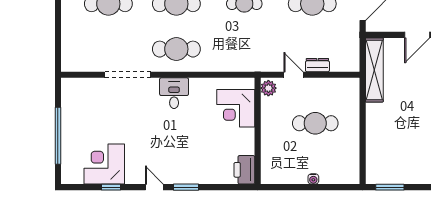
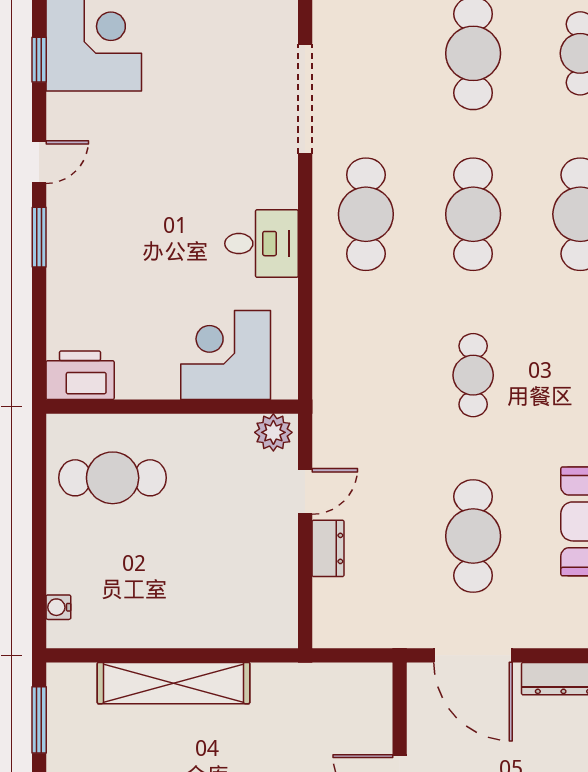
shelving: (374, 70) -> (174, 683), moved
desk: (174, 93) -> (261, 244), moved
cafe table: (315, 123) -> (113, 478), moved, turned 90
water cooler: (313, 179) -> (58, 607), moved

